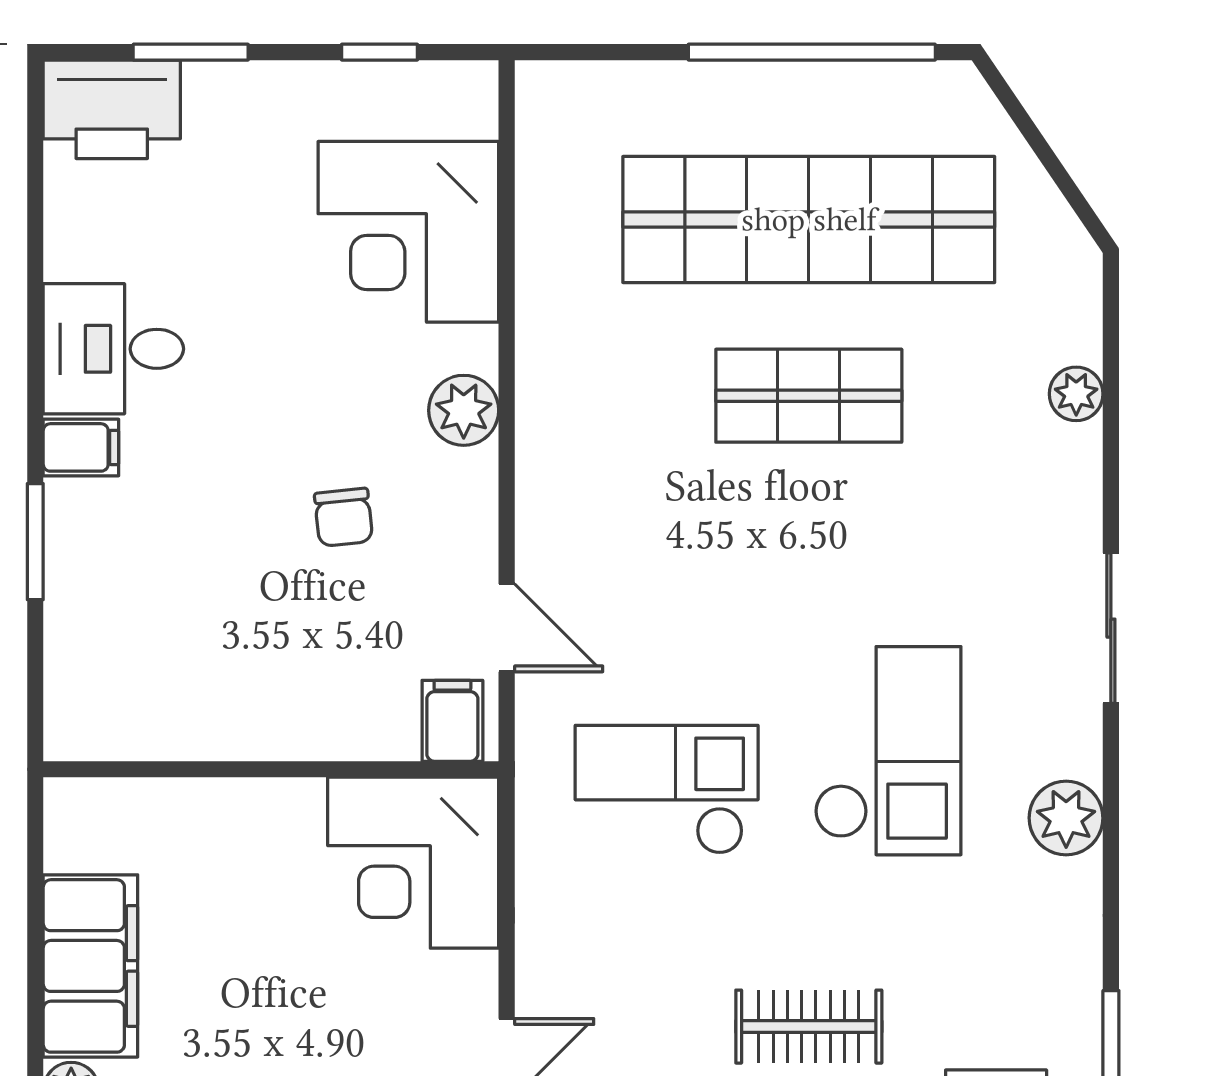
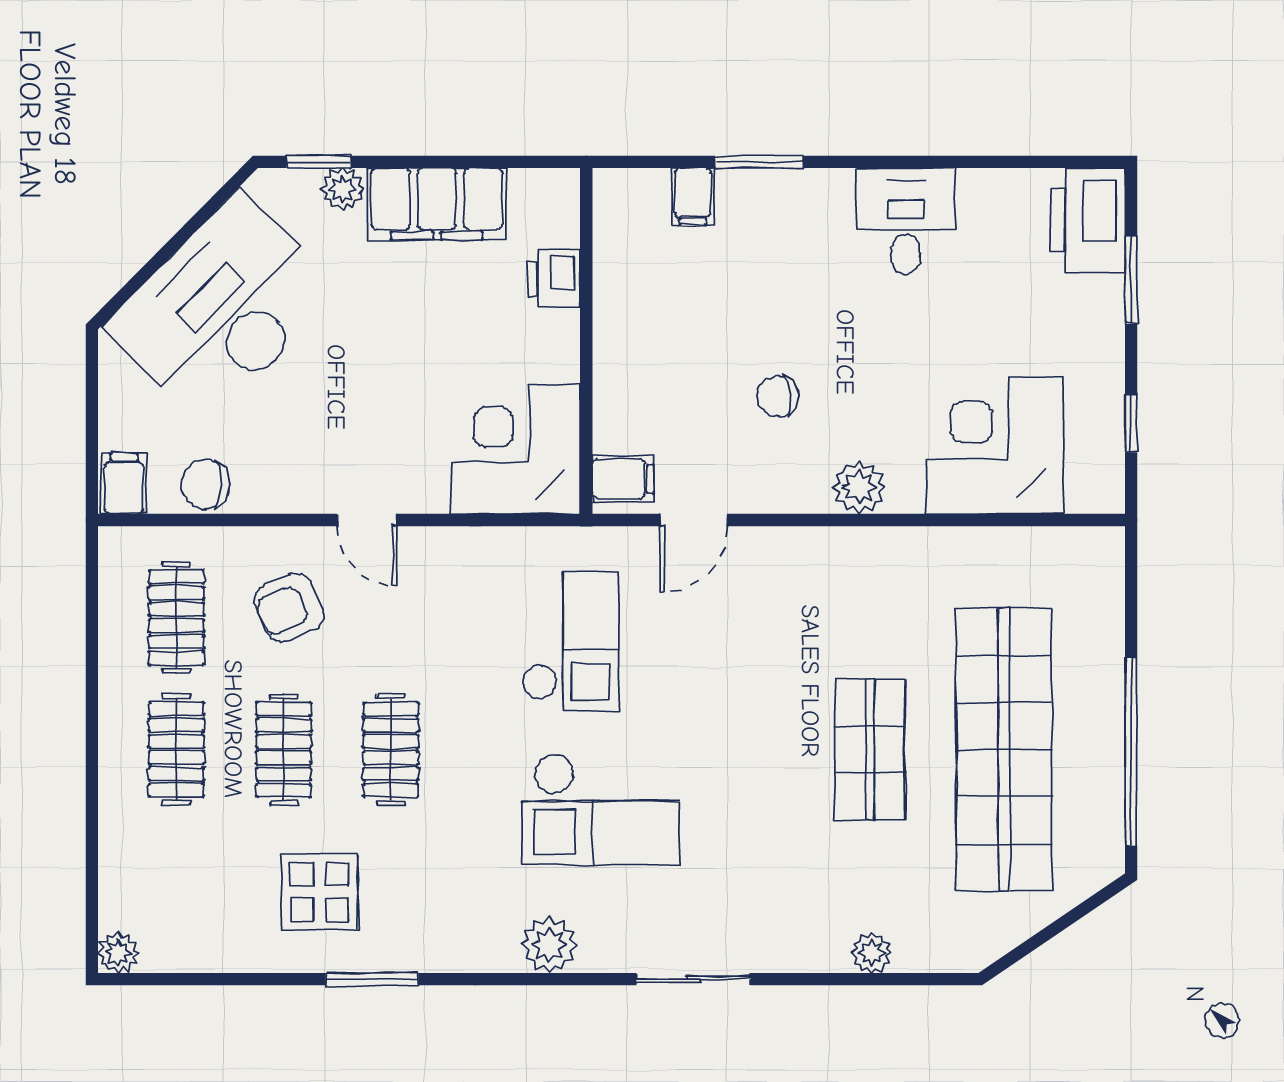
filing cabinet: (81, 447) -> (693, 197), moved
printer: (189, 812) -> (554, 278), added

